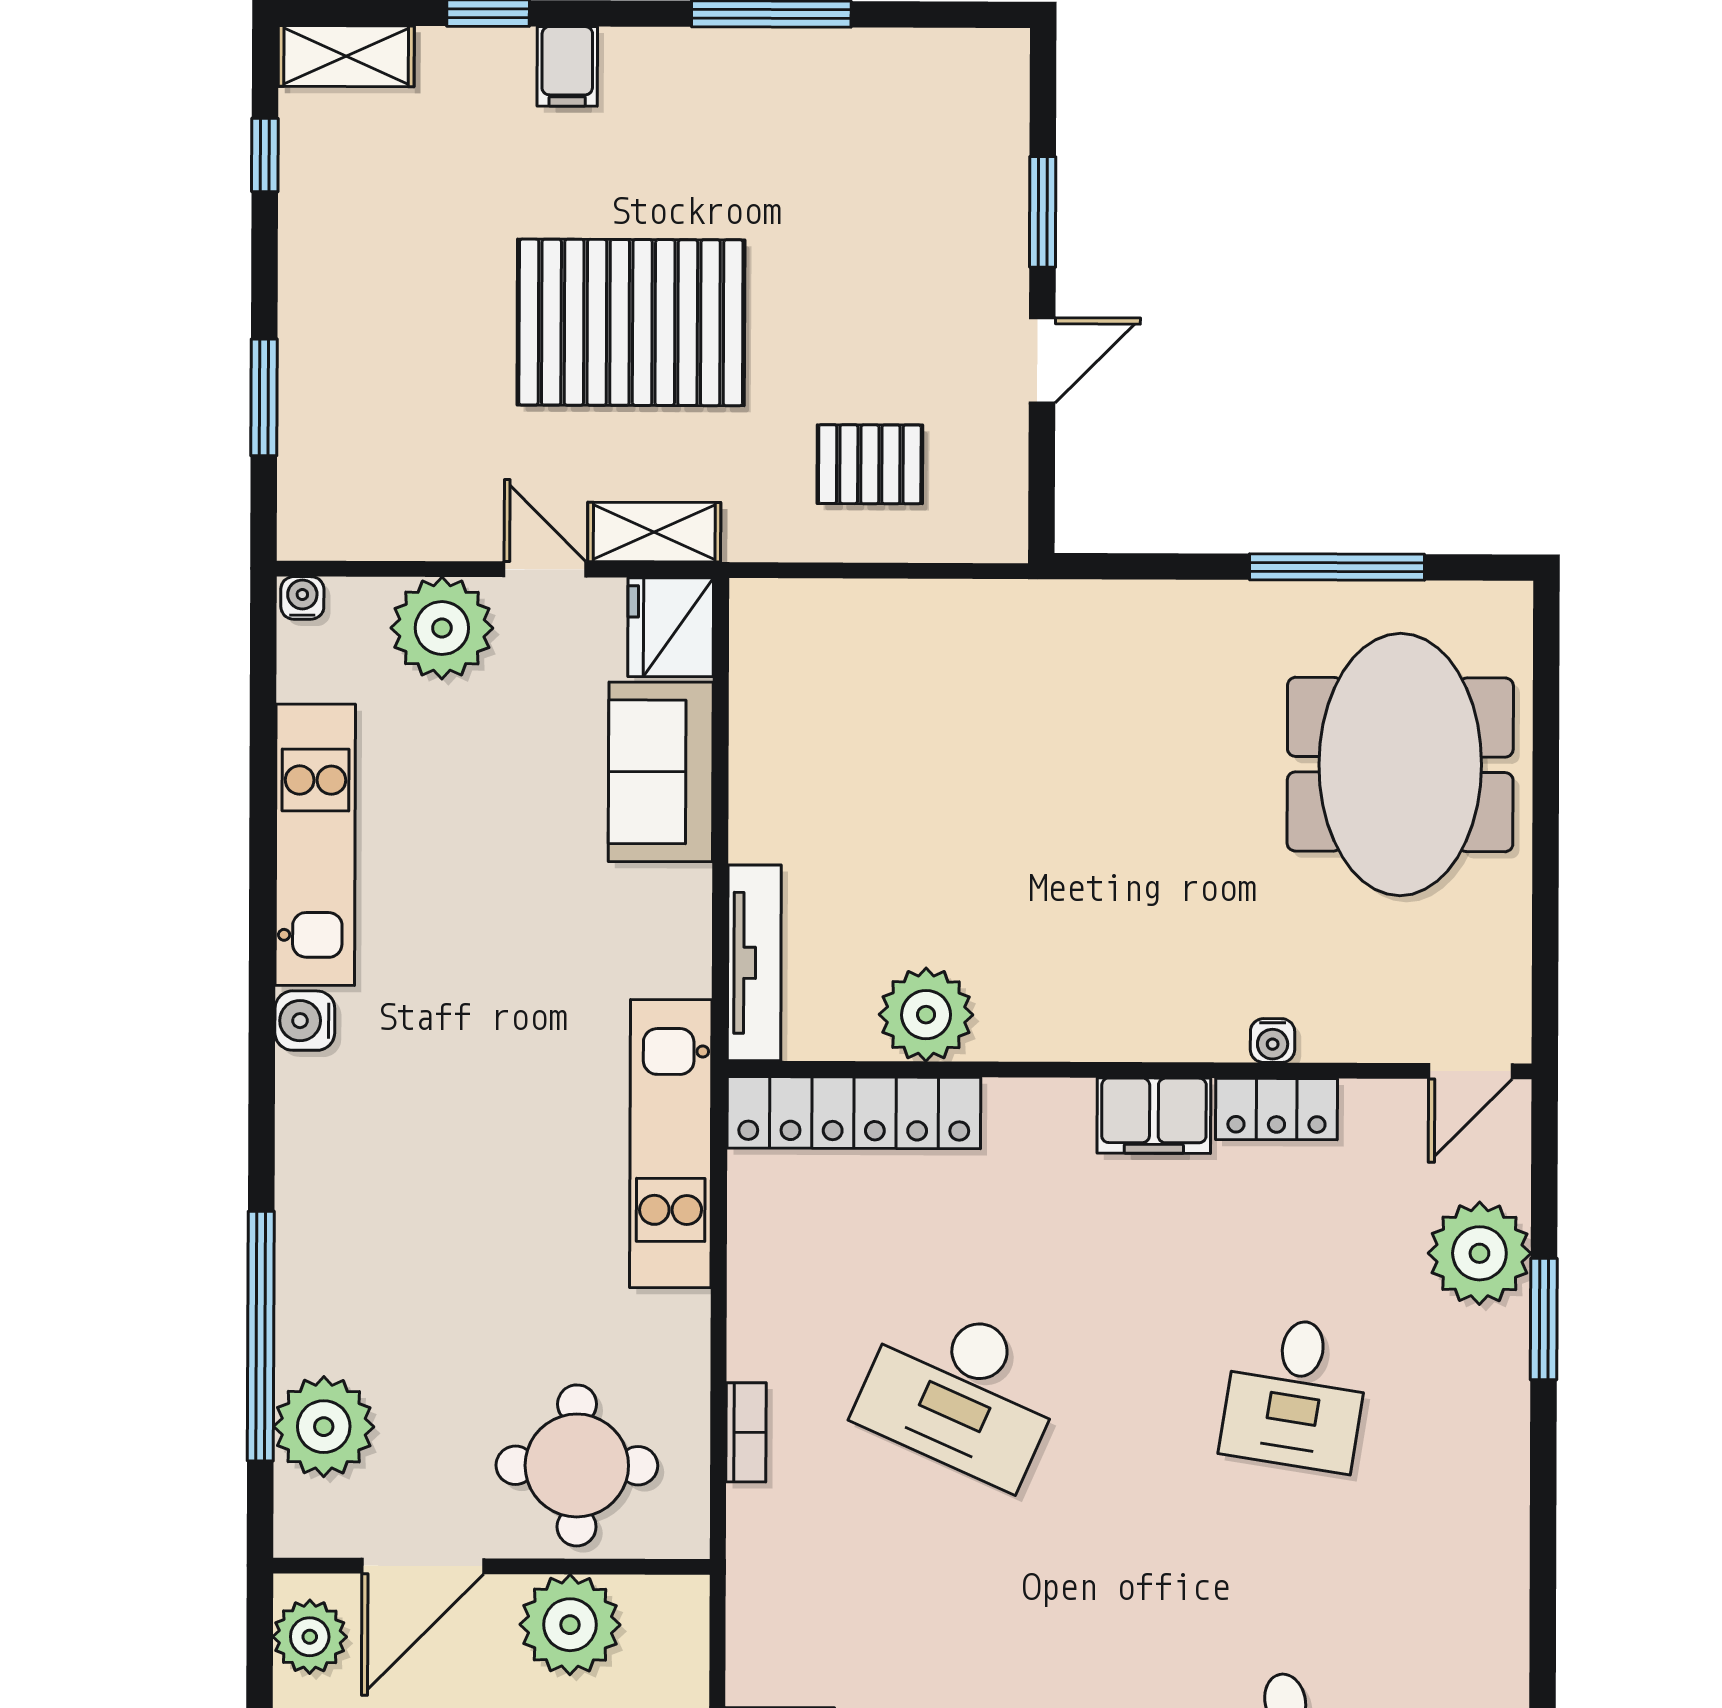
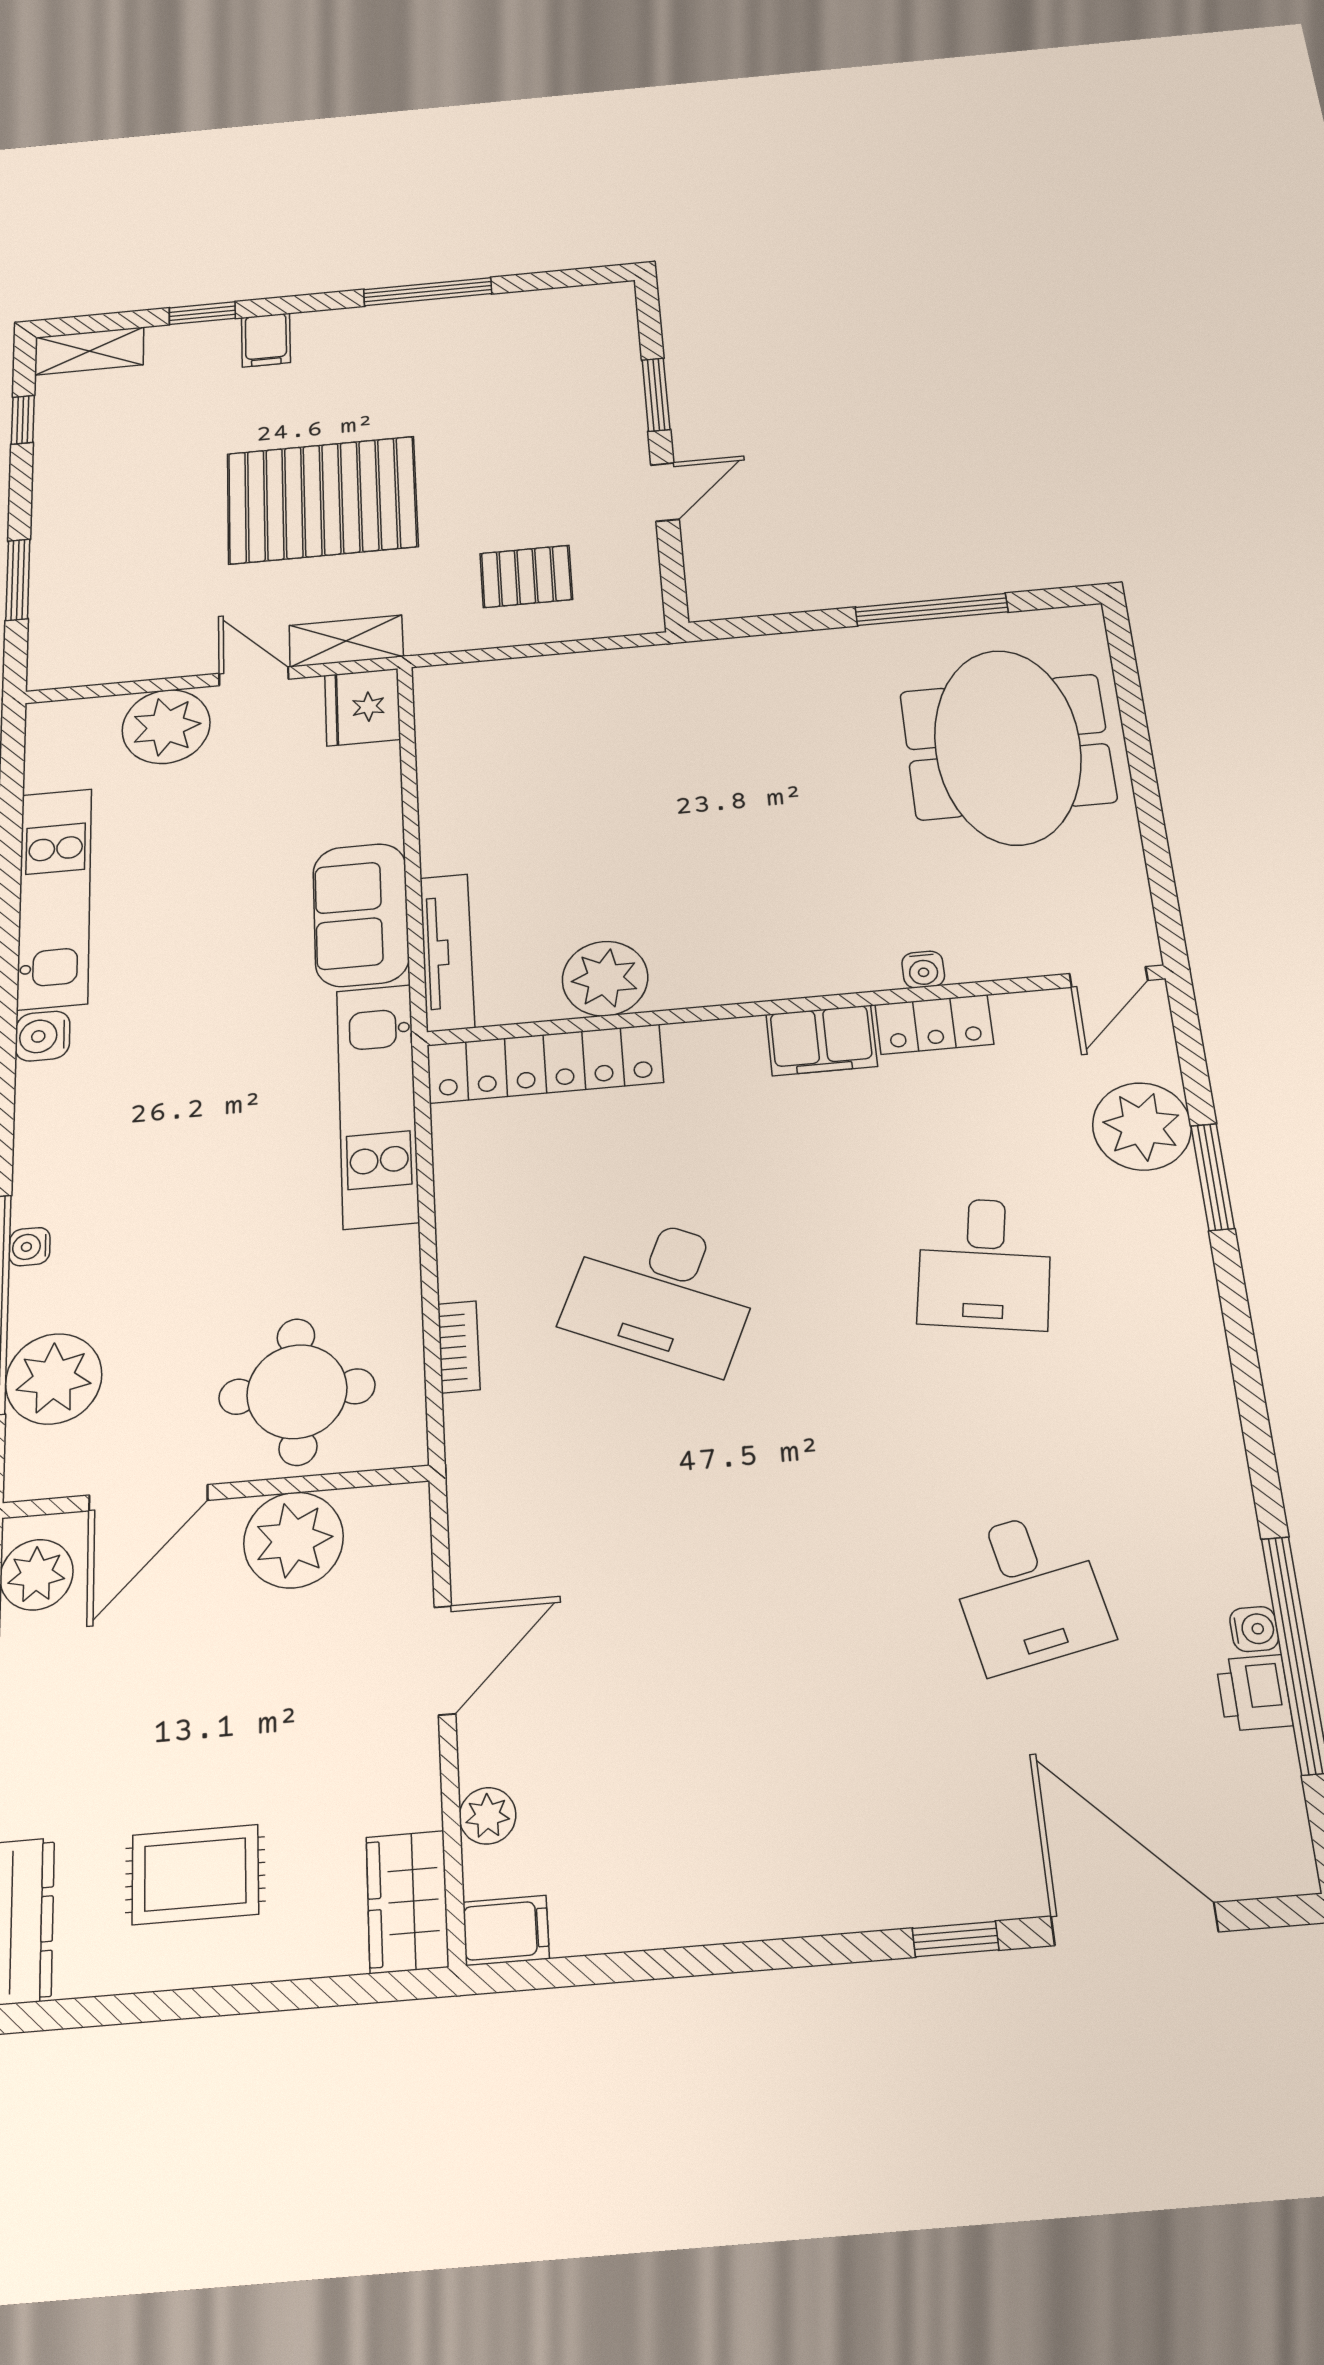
water cooler: (302, 598) -> (30, 1247), moved, turned -90
sofa: (661, 772) -> (361, 915), moved

